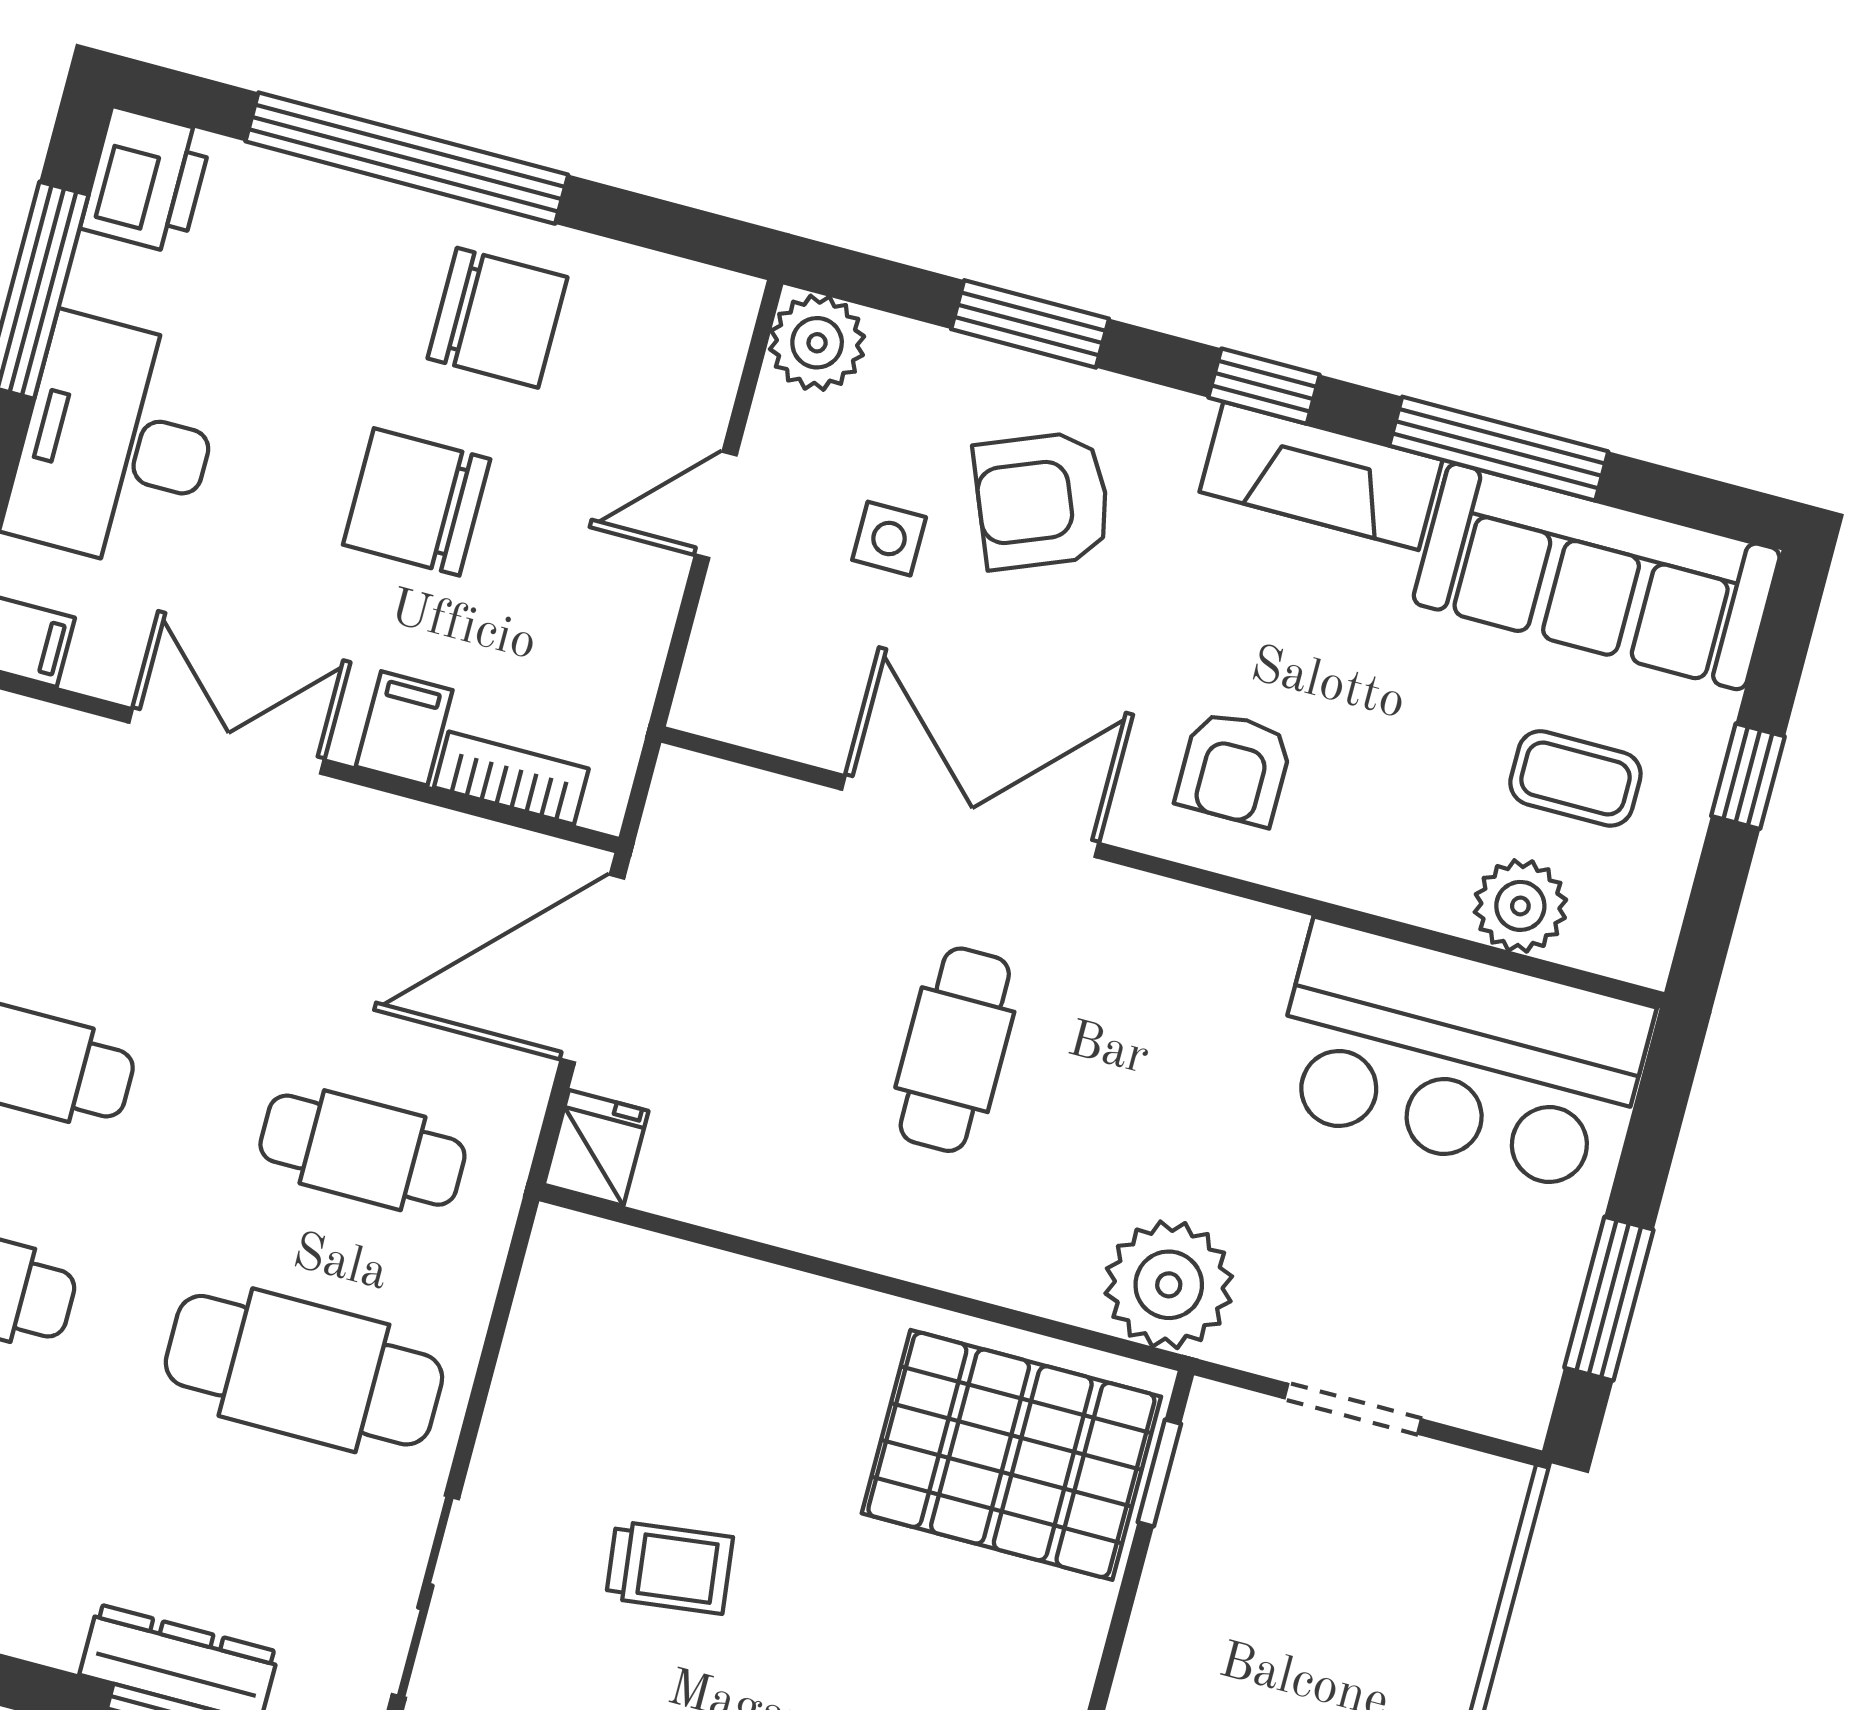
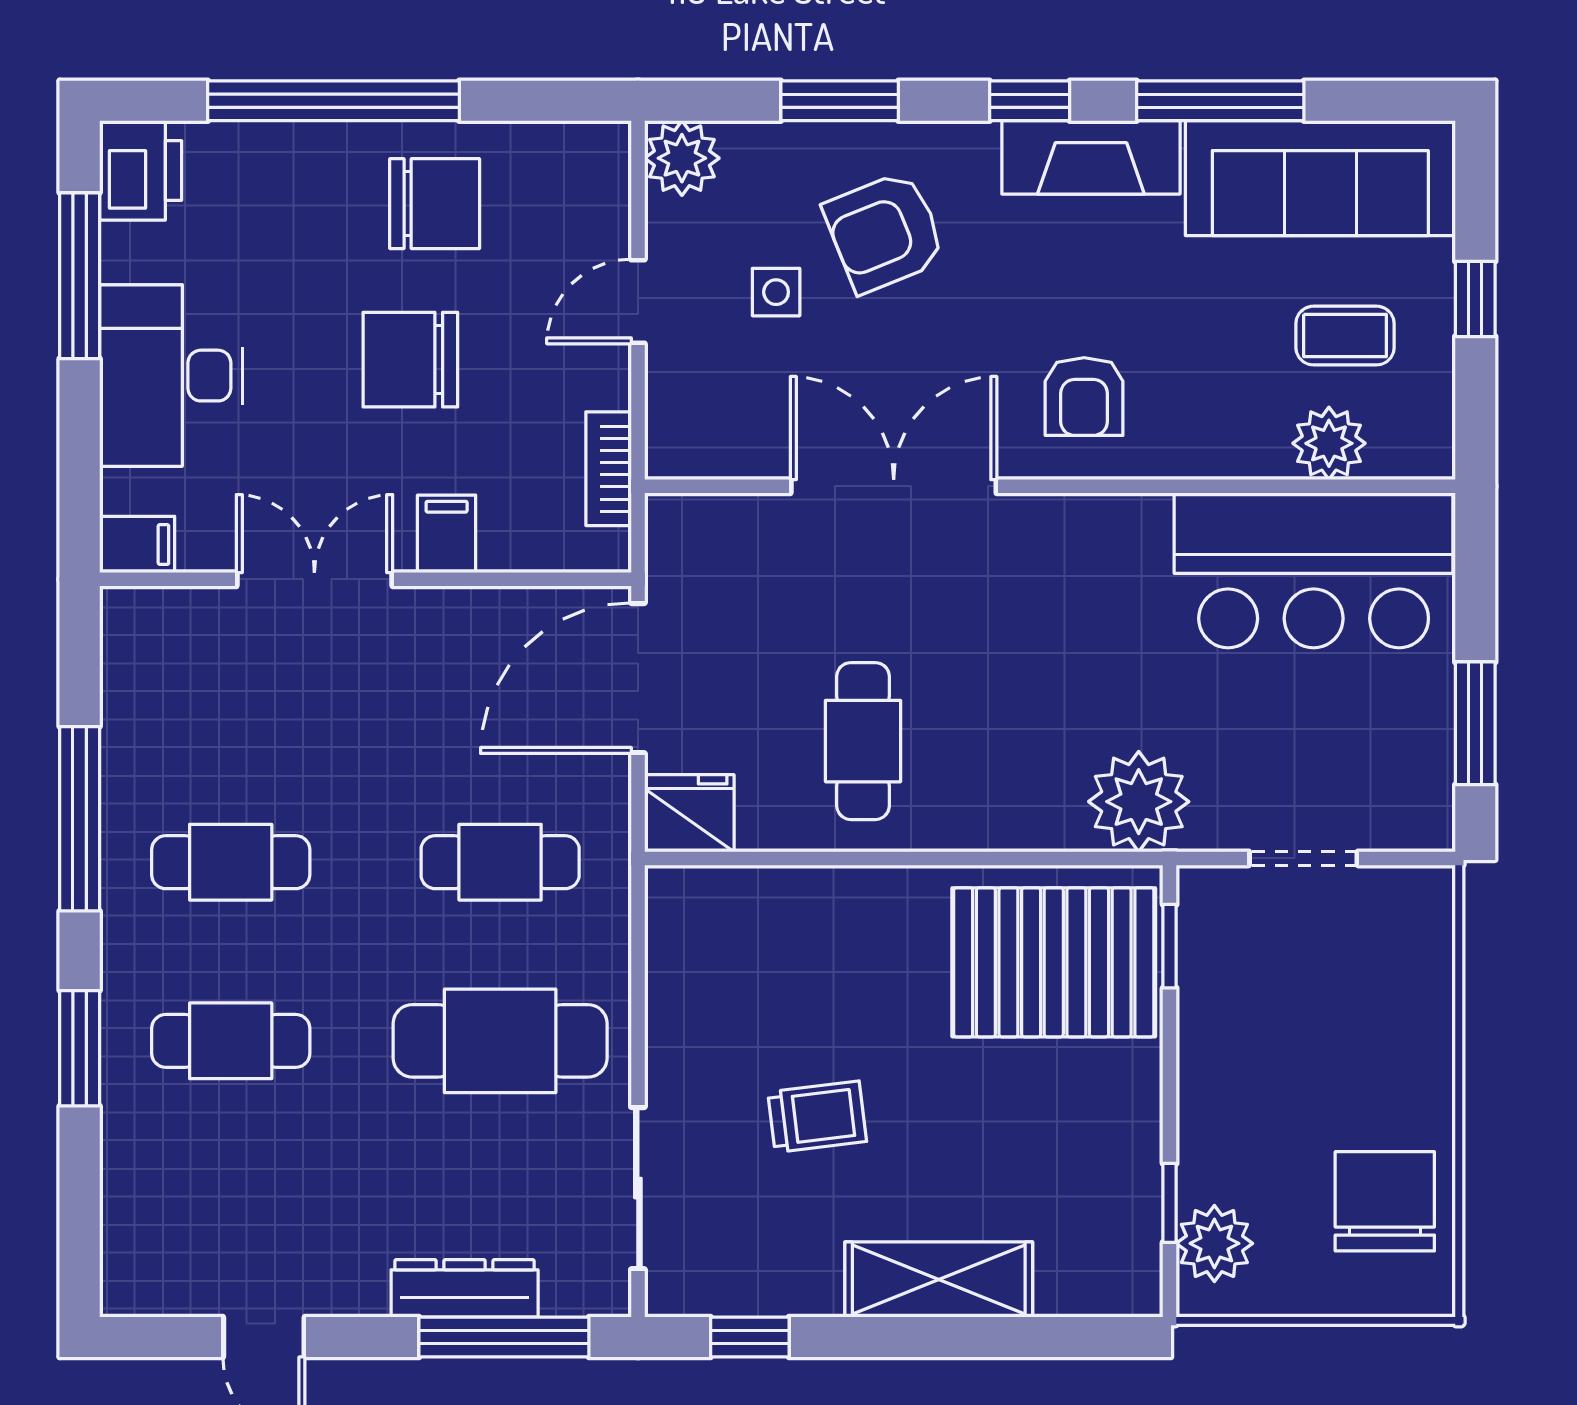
bookcase: (511, 778) -> (609, 469), moved, turned -90
cafe table: (955, 1050) -> (863, 741), moved
fridge: (596, 1148) -> (689, 813), width x1.38

